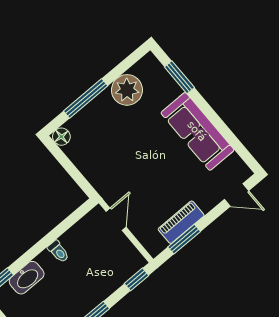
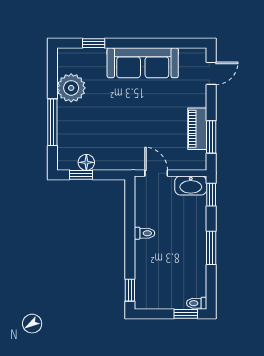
window: (179, 77) -> (94, 43), width x0.67
floor lamp: (61, 137) -> (86, 162), moved
window: (62, 159) -> (81, 175), added
washbasin: (27, 278) -> (191, 186), moved, turned 90

